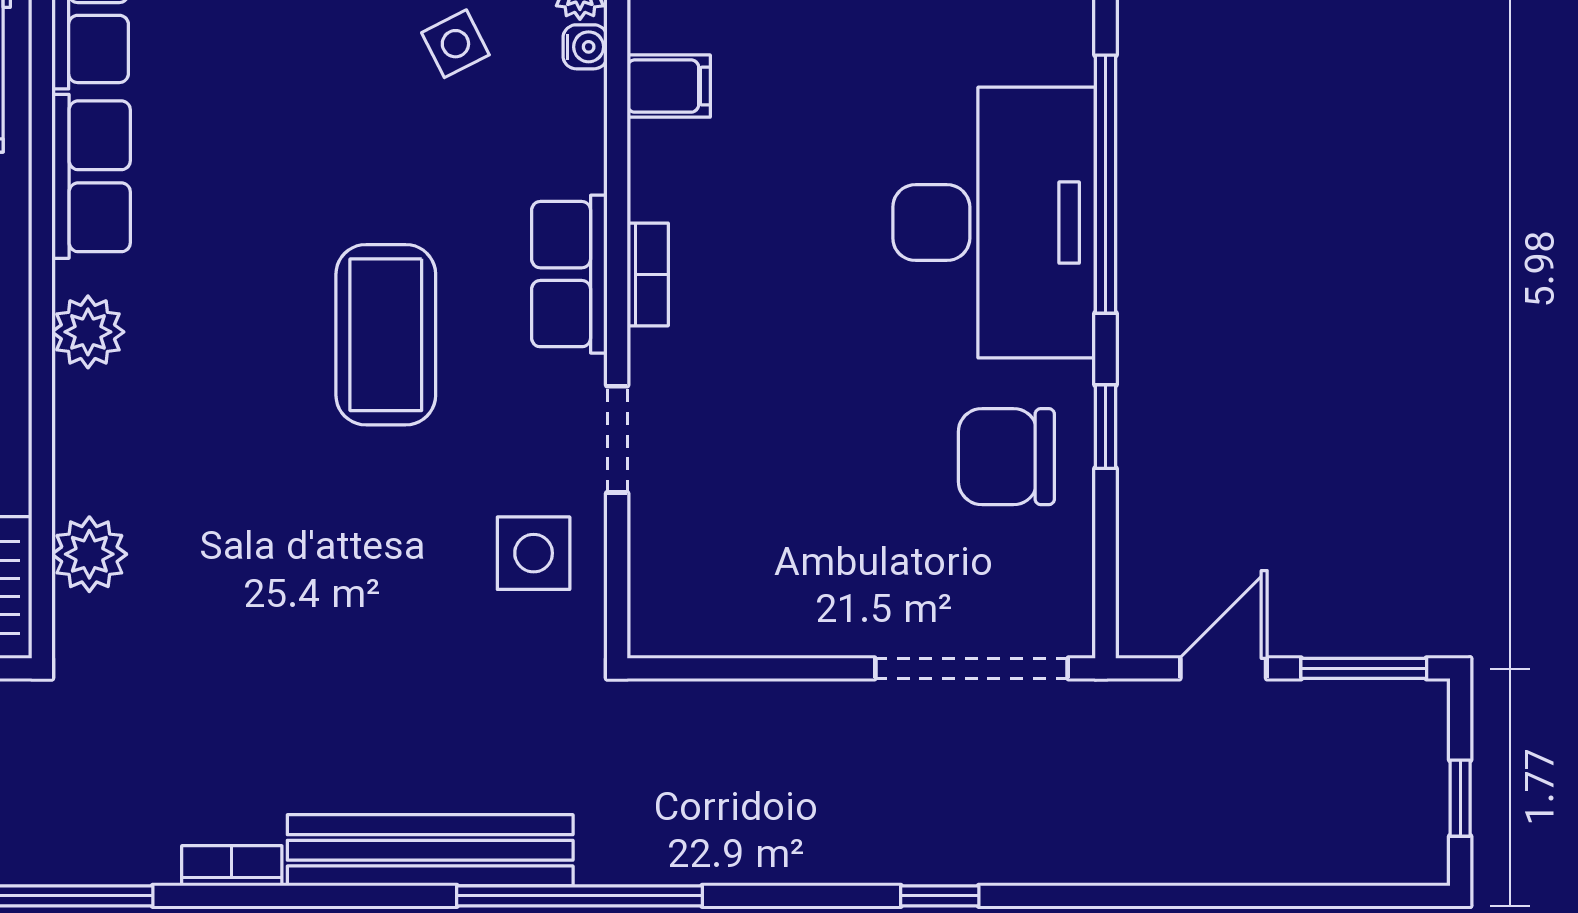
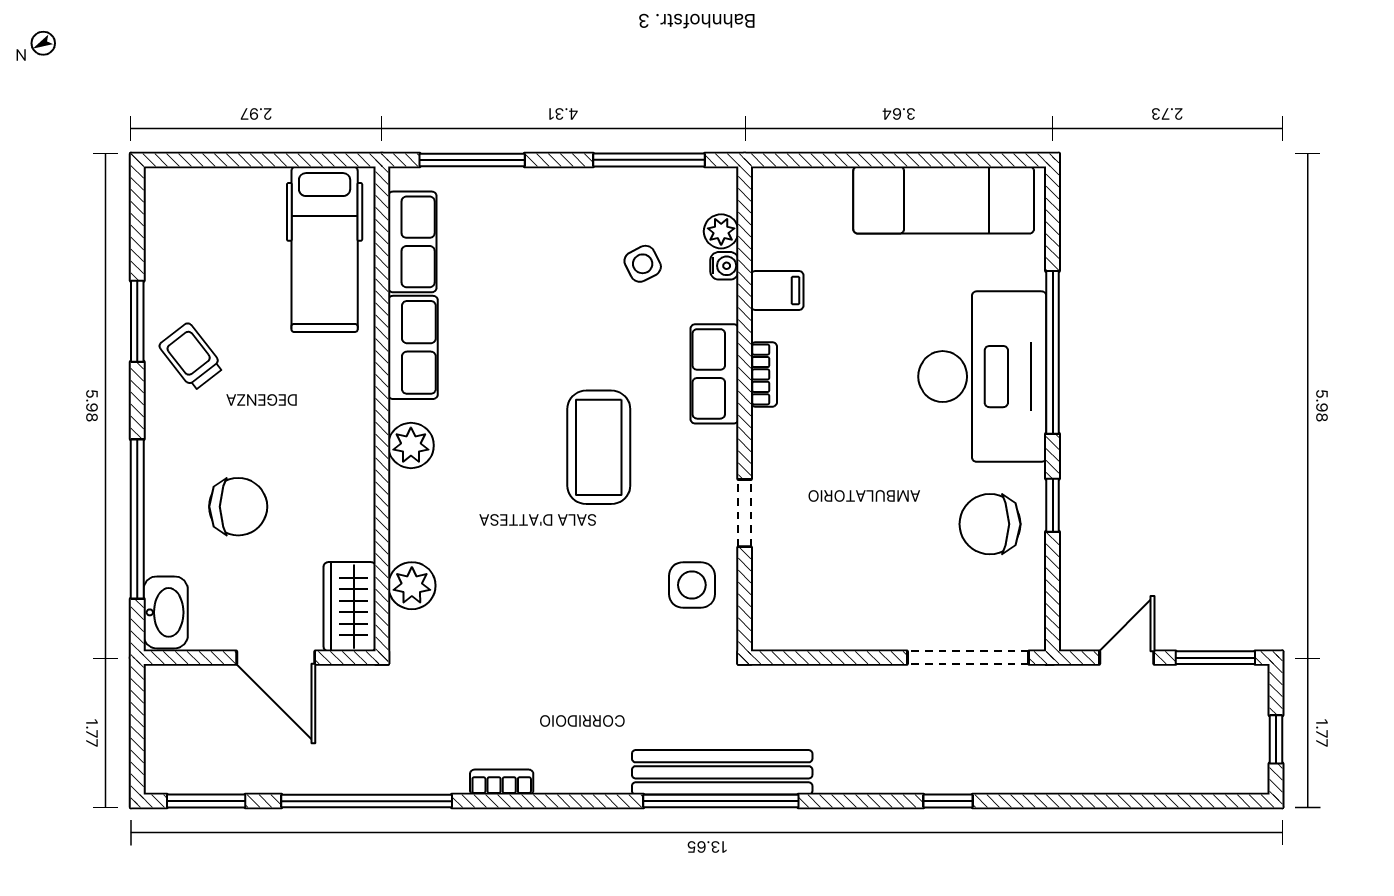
row of seats: (569, 274) -> (714, 374), moved
bookcase: (648, 274) -> (764, 374), moved
bench: (430, 850) -> (722, 772), moved

